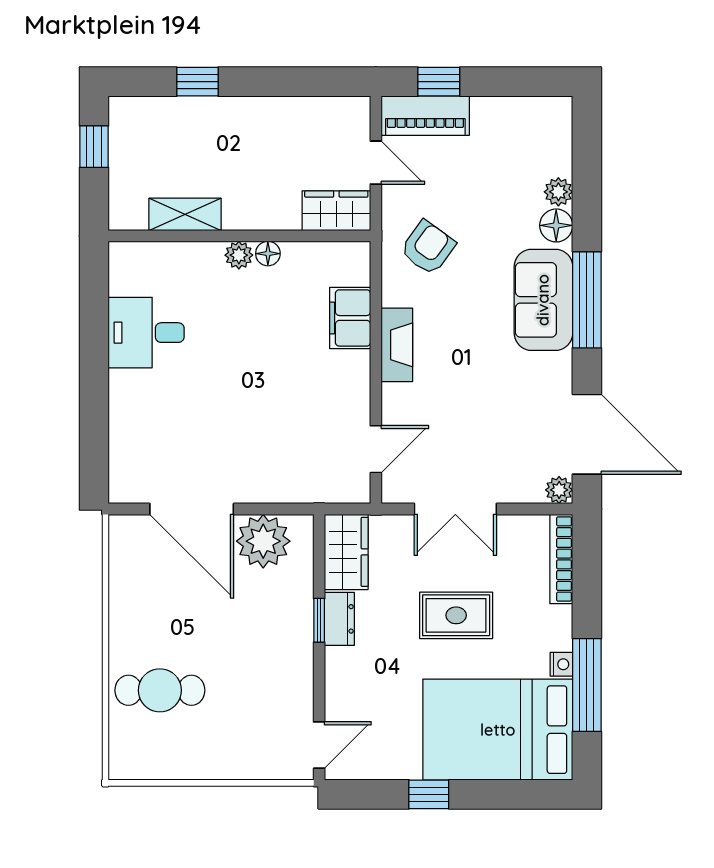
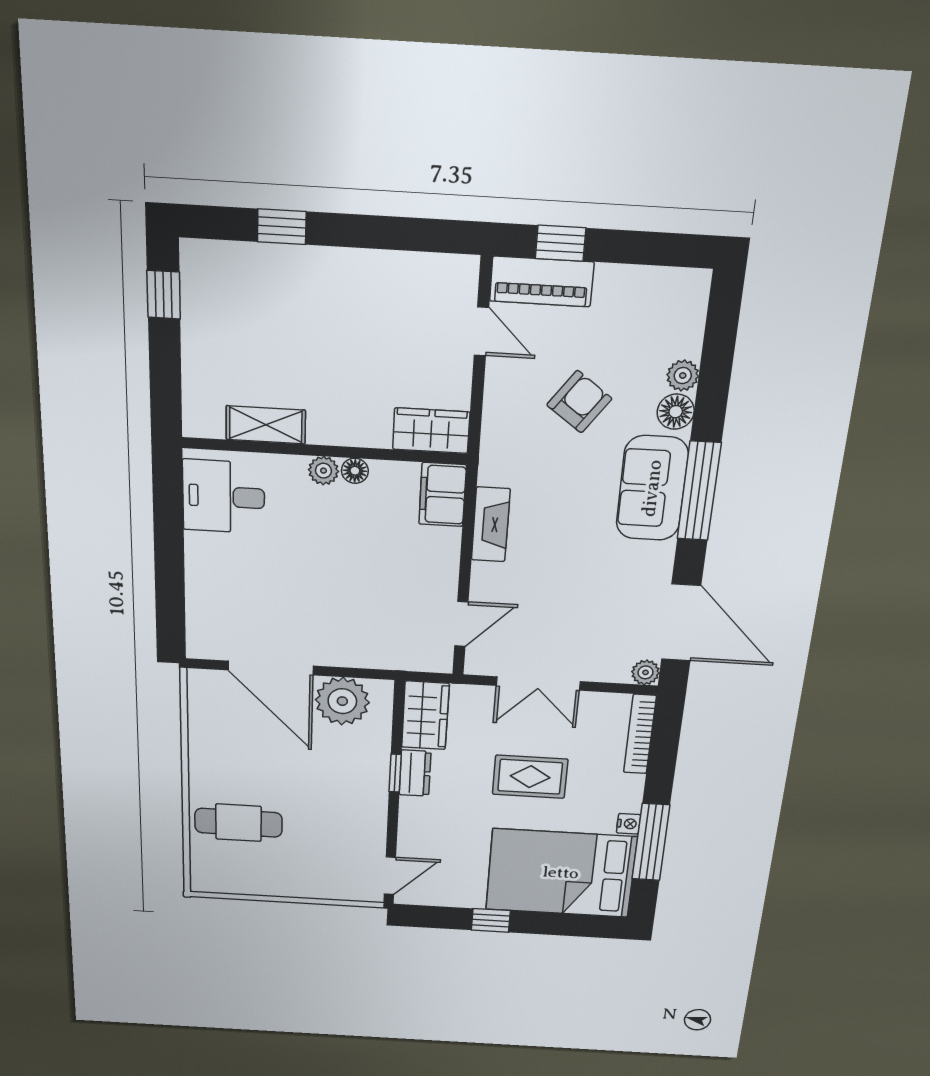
wardrobe: (336, 211) -> (431, 431), moved
shelving: (185, 214) -> (266, 425), moved
wall: (239, 236) -> (325, 451), moved
armchair: (428, 247) -> (579, 402), moved
floor lamp: (268, 254) -> (355, 471), moved
plant: (239, 255) -> (323, 471), moved

